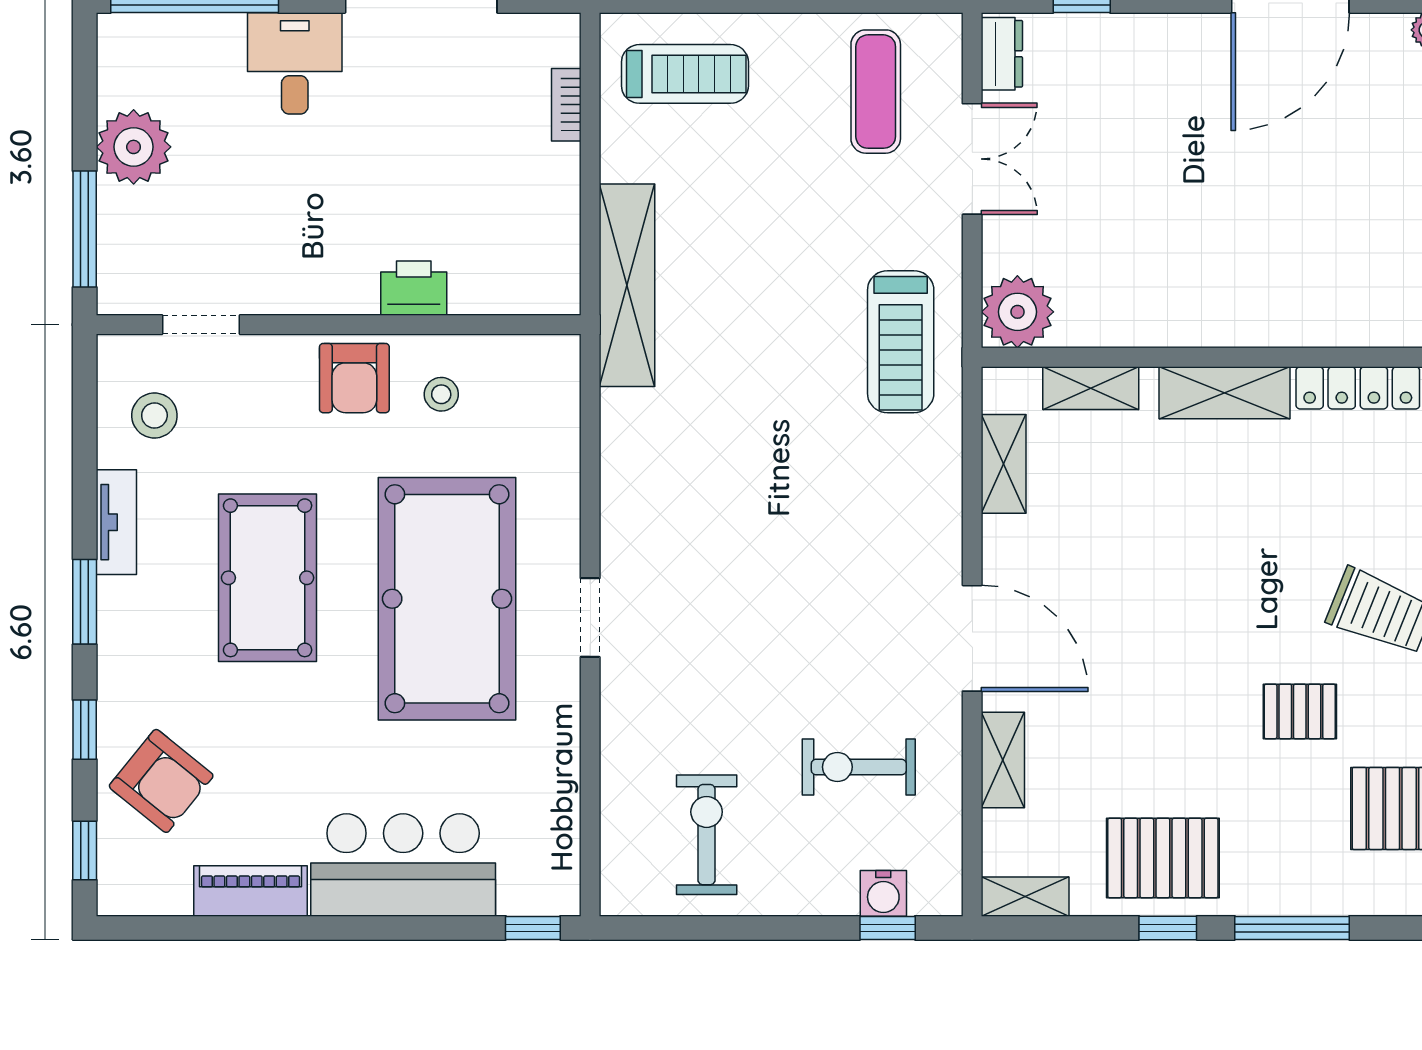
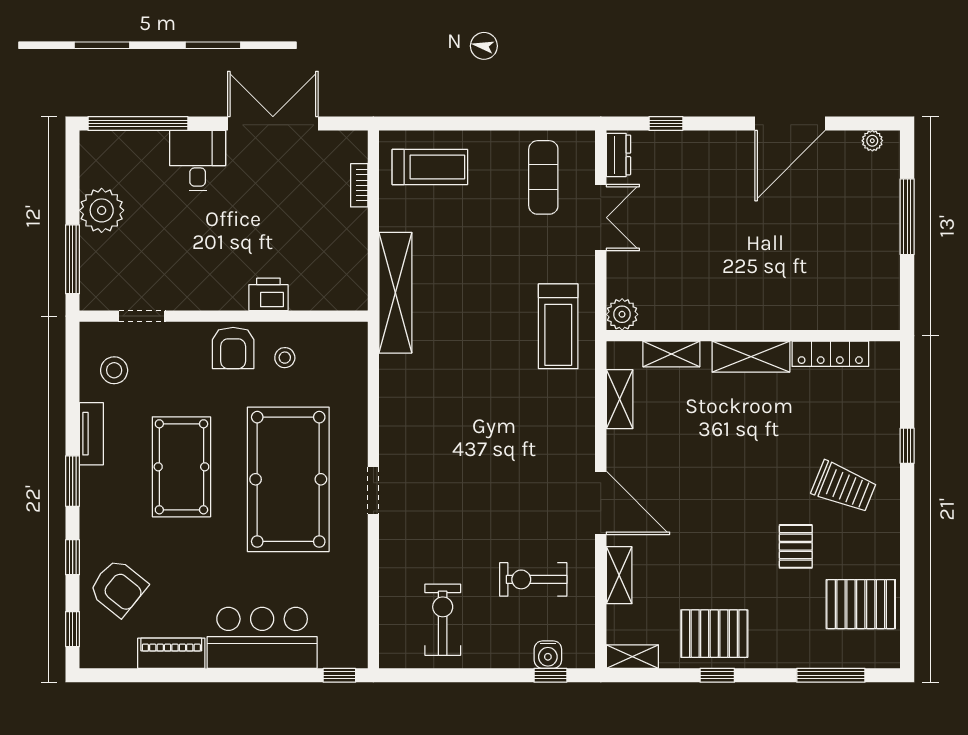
plant: (1017, 312) -> (622, 314), width x0.73, depth x0.73
pallet: (1300, 711) -> (796, 546), turned 90
window: (1292, 928) -> (831, 675), moved

